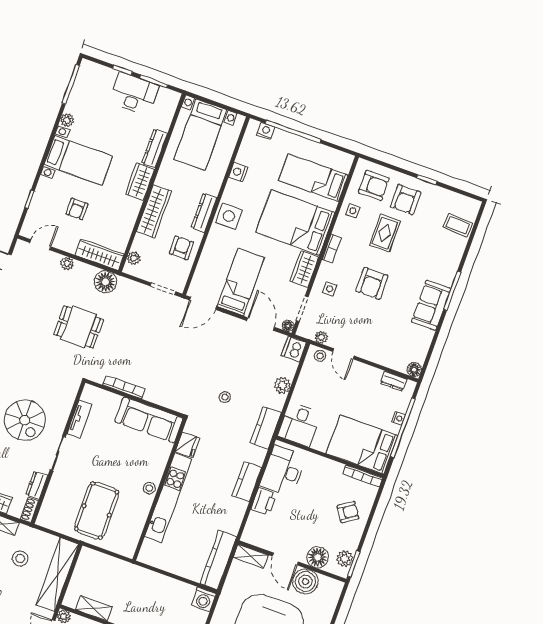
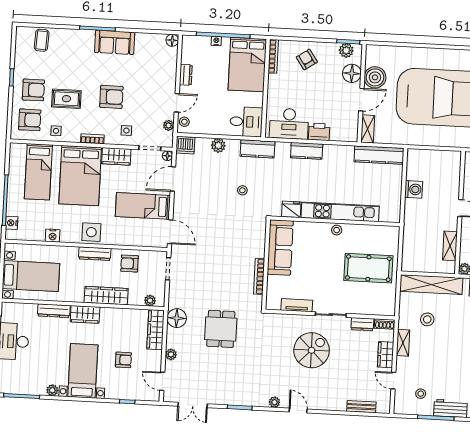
armchair: (374, 185) -> (30, 120), turned 90
dresser: (394, 381) -> (186, 75), moved
washing machine: (204, 599) -> (414, 189), moved

